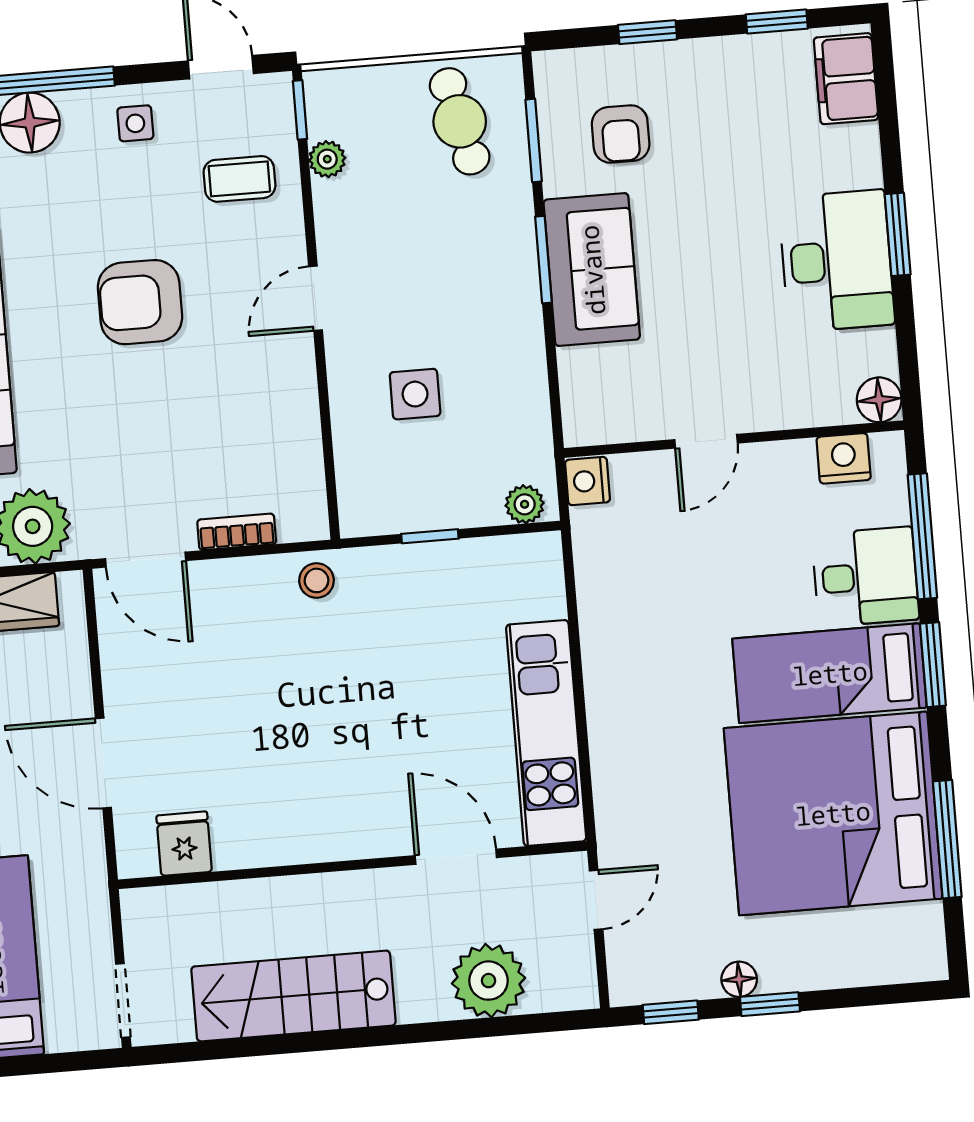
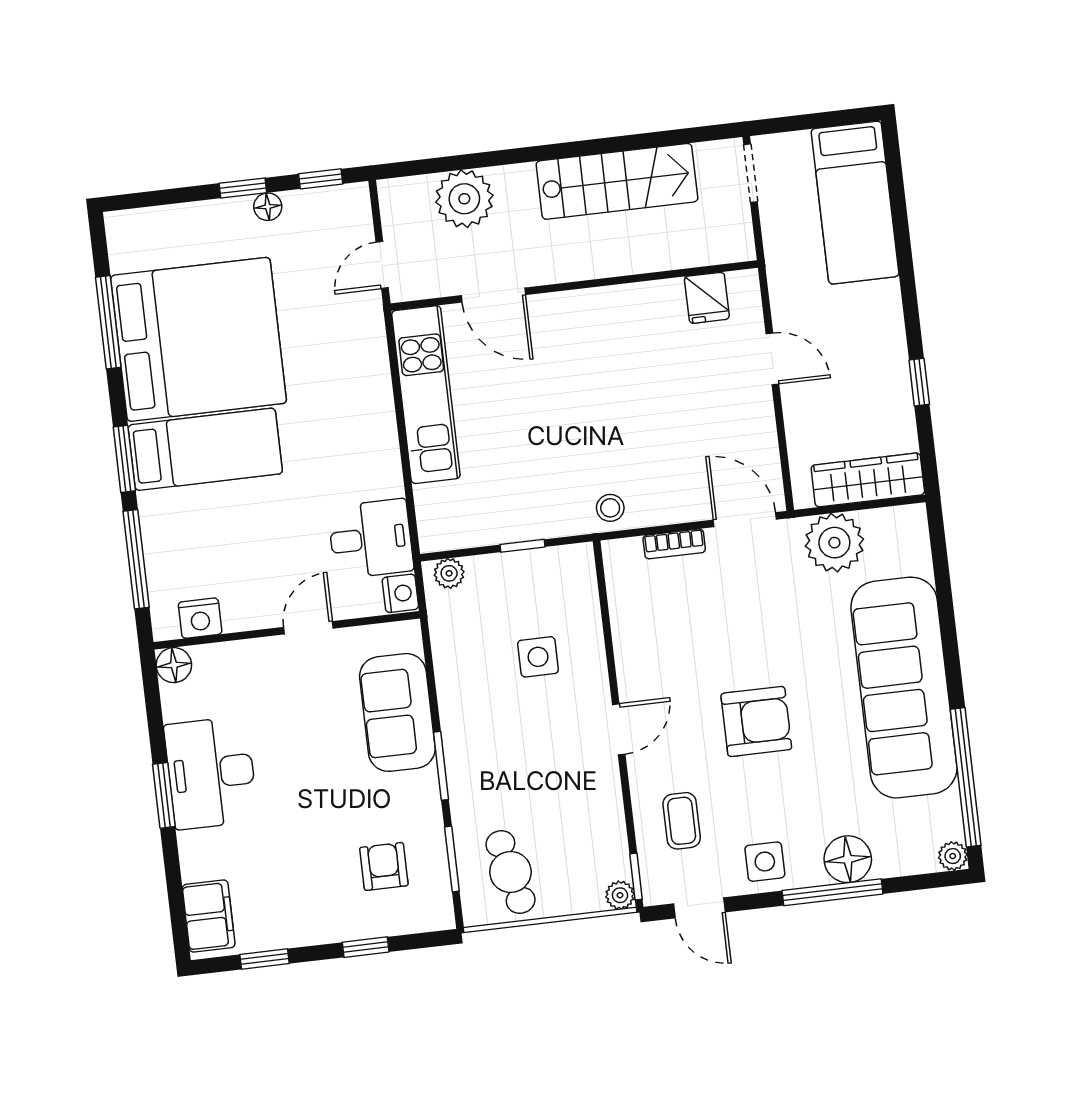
side table: (135, 123) -> (765, 862), width x1.37, depth x1.37
plant: (327, 159) -> (620, 895), moved
coffee table: (239, 179) -> (682, 821), turned 90
sofa: (592, 270) -> (397, 712), moved
desk: (865, 577) -> (371, 539), moved, turned 180
door: (103, 763) -> (772, 359), width x0.73

